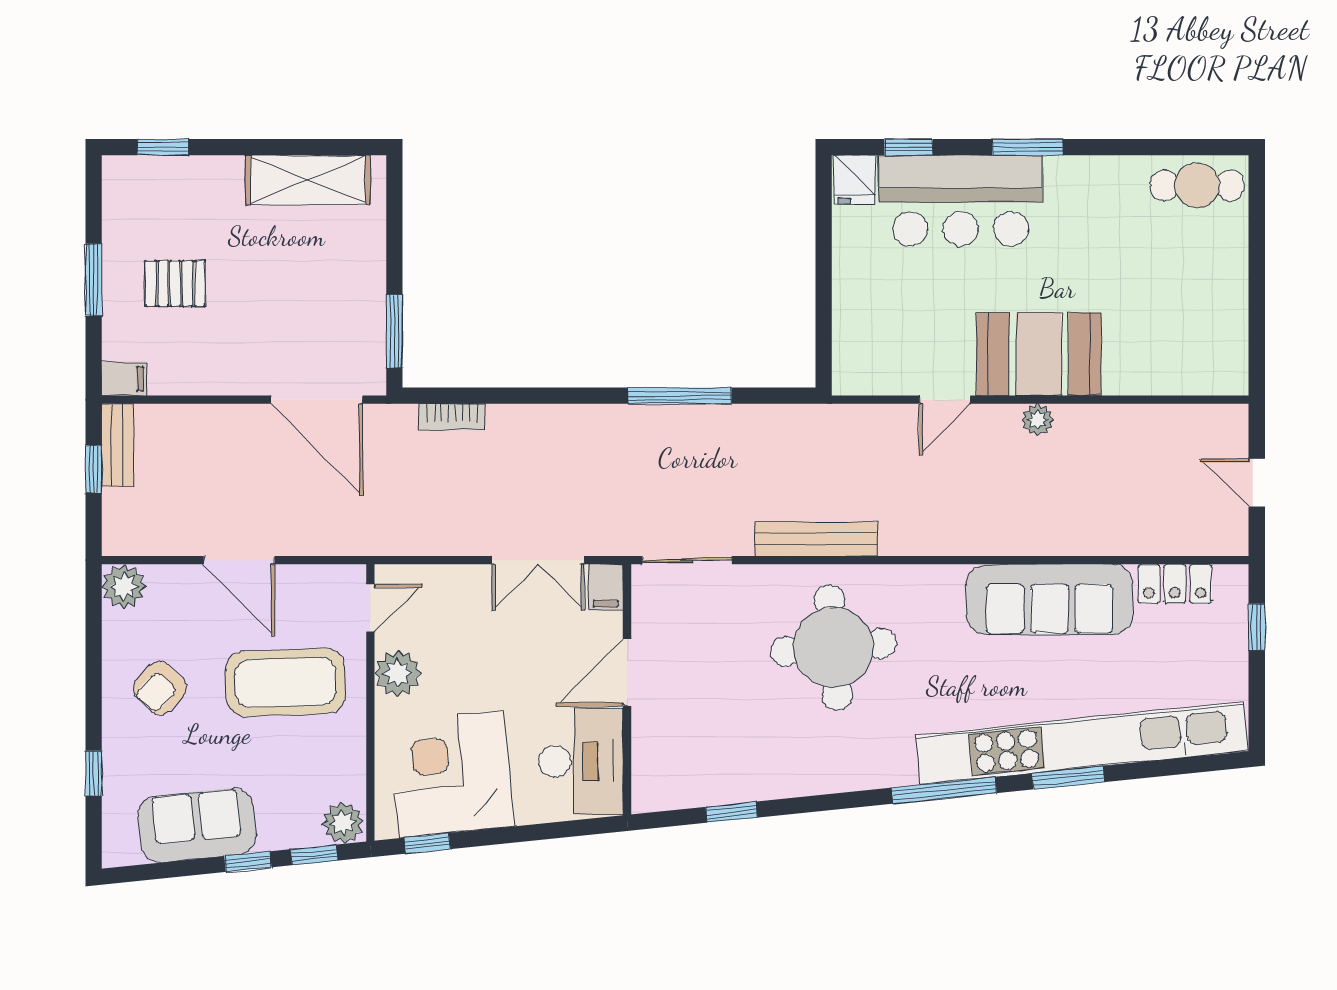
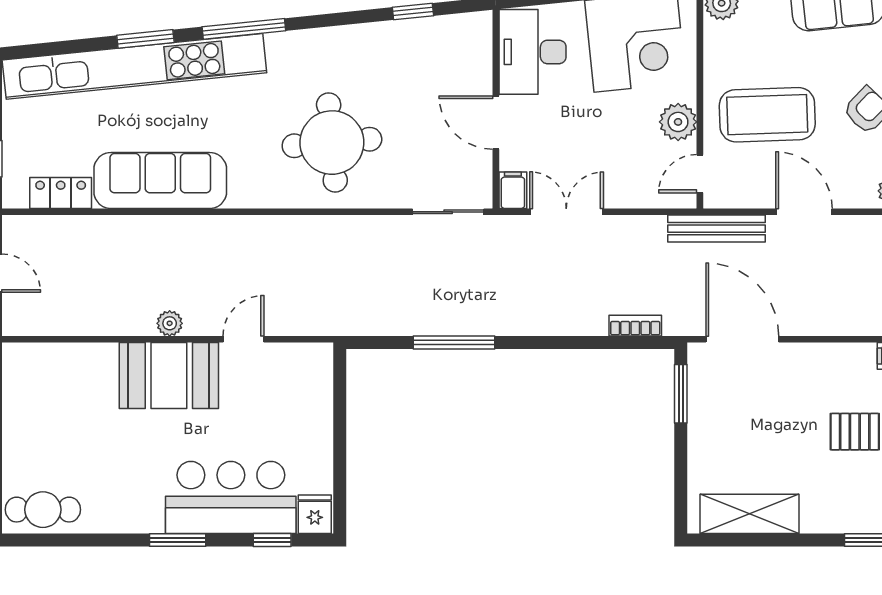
bench: (816, 539) -> (716, 229), moved
door: (627, 672) -> (496, 123), swing flipped

